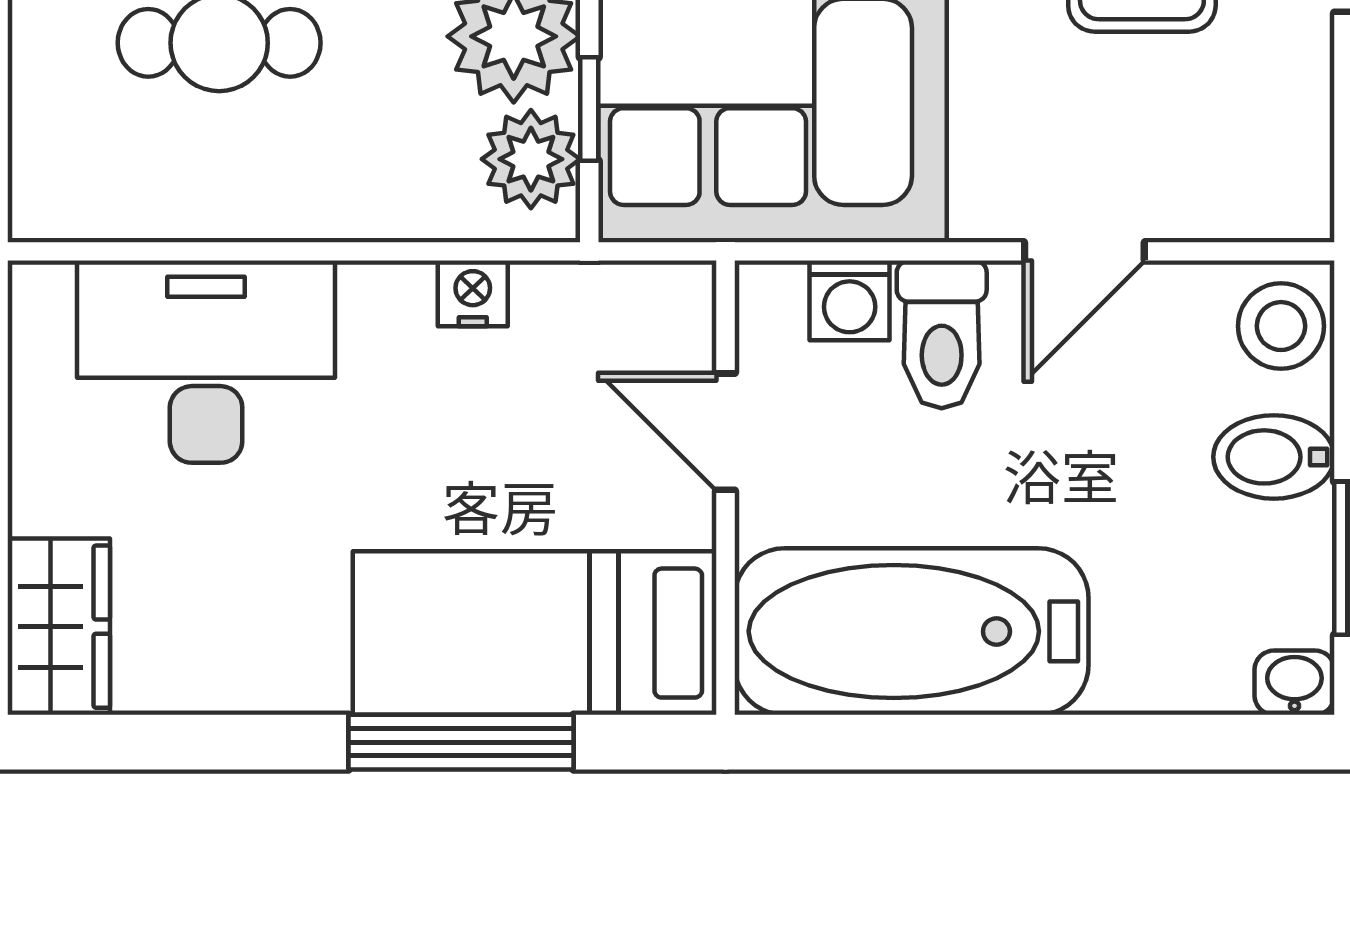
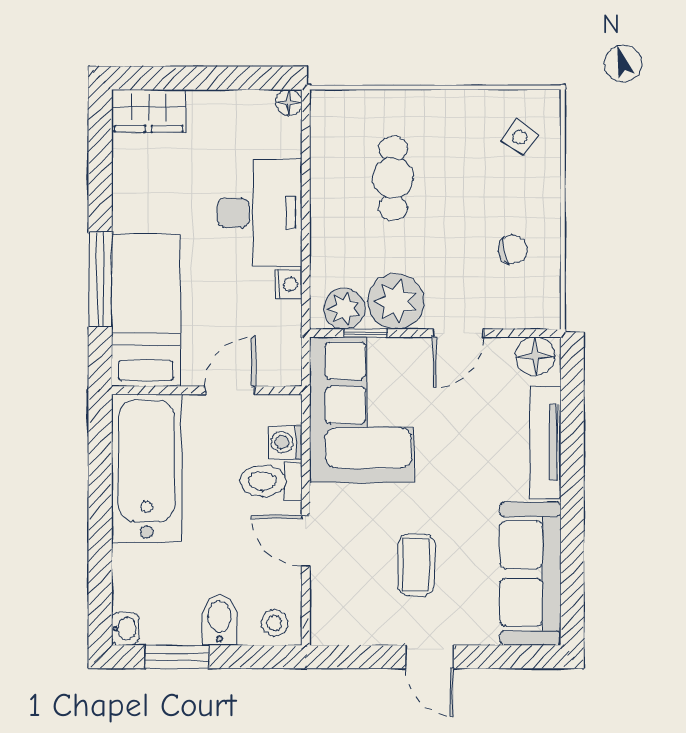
floor lamp: (39, 292) -> (289, 102), added
stool: (1281, 326) -> (274, 623), width x0.73, depth x0.73
desk: (206, 362) -> (260, 213), moved

